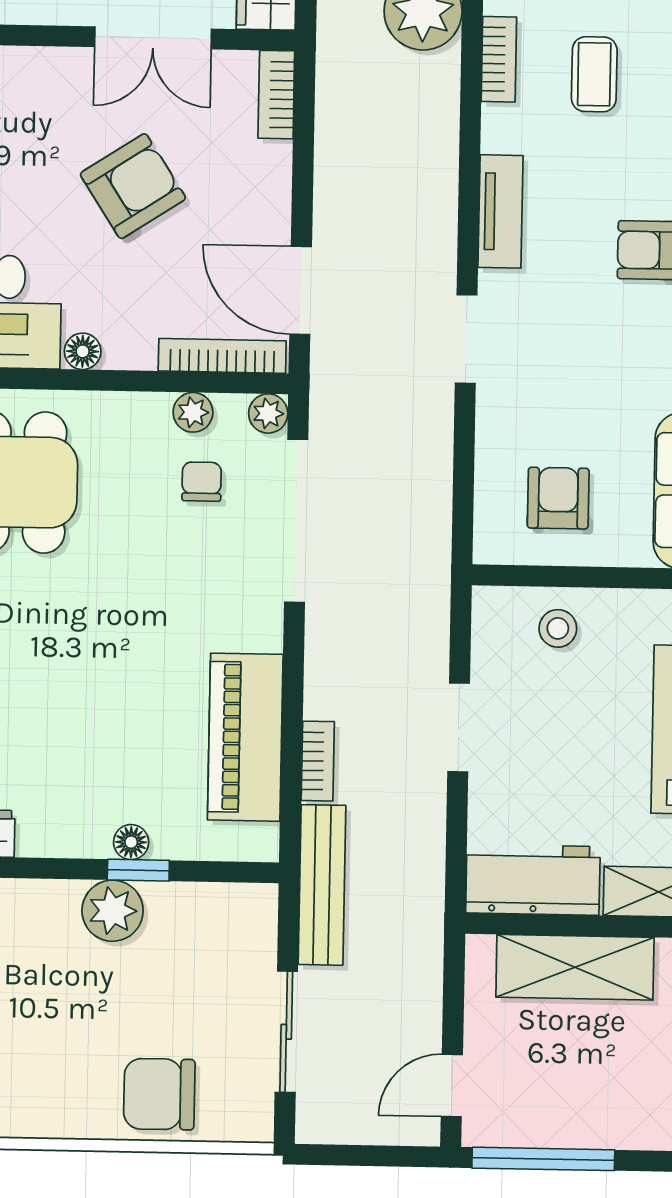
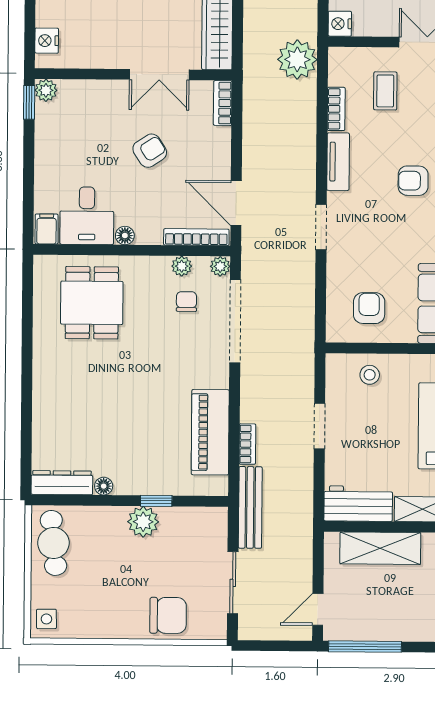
bookcase: (499, 59) -> (336, 109), moved
armchair: (133, 186) -> (150, 151), width x0.72, depth x0.72
floor lamp: (131, 842) -> (104, 486), moved
chair: (159, 1094) -> (168, 615), turned 180

